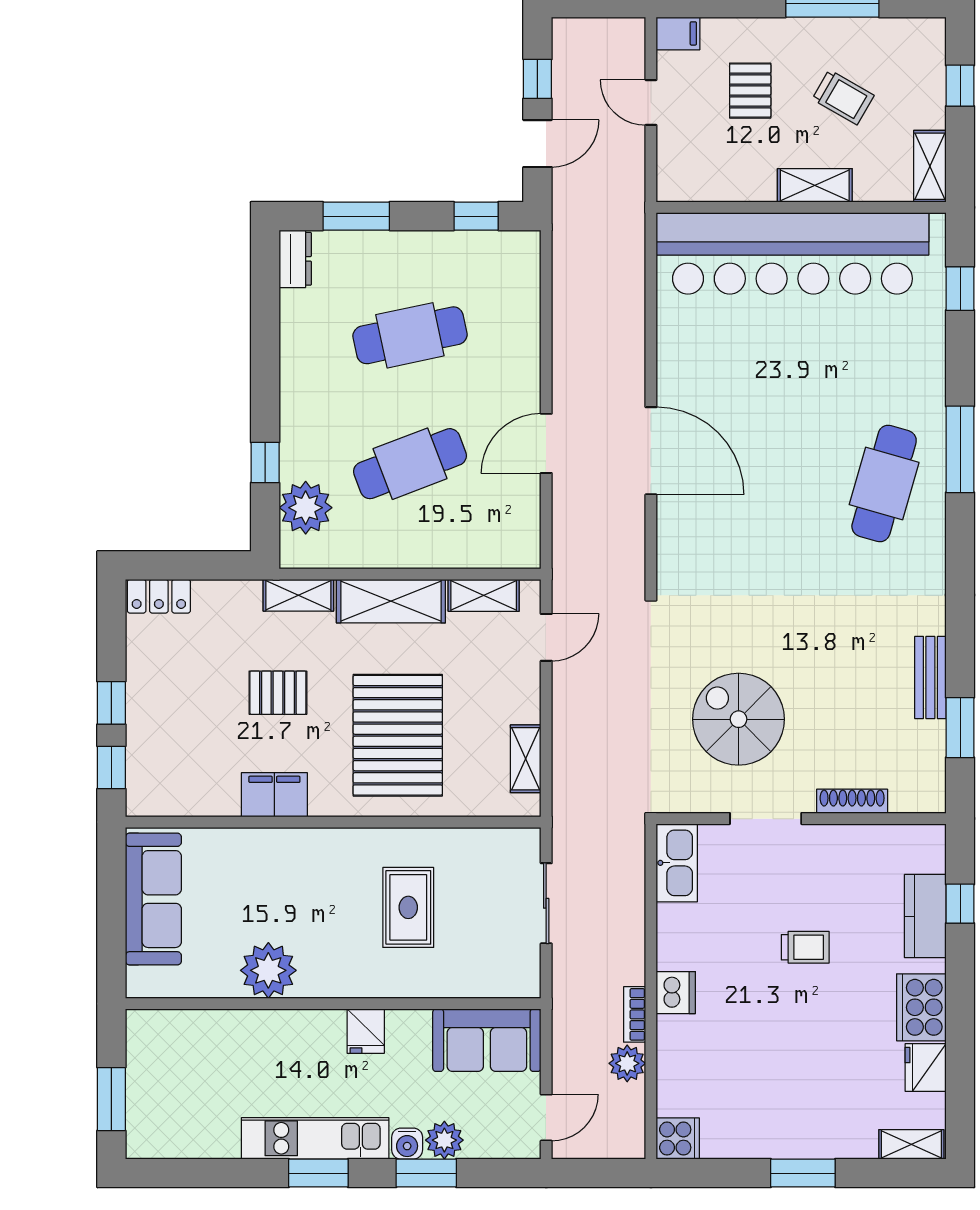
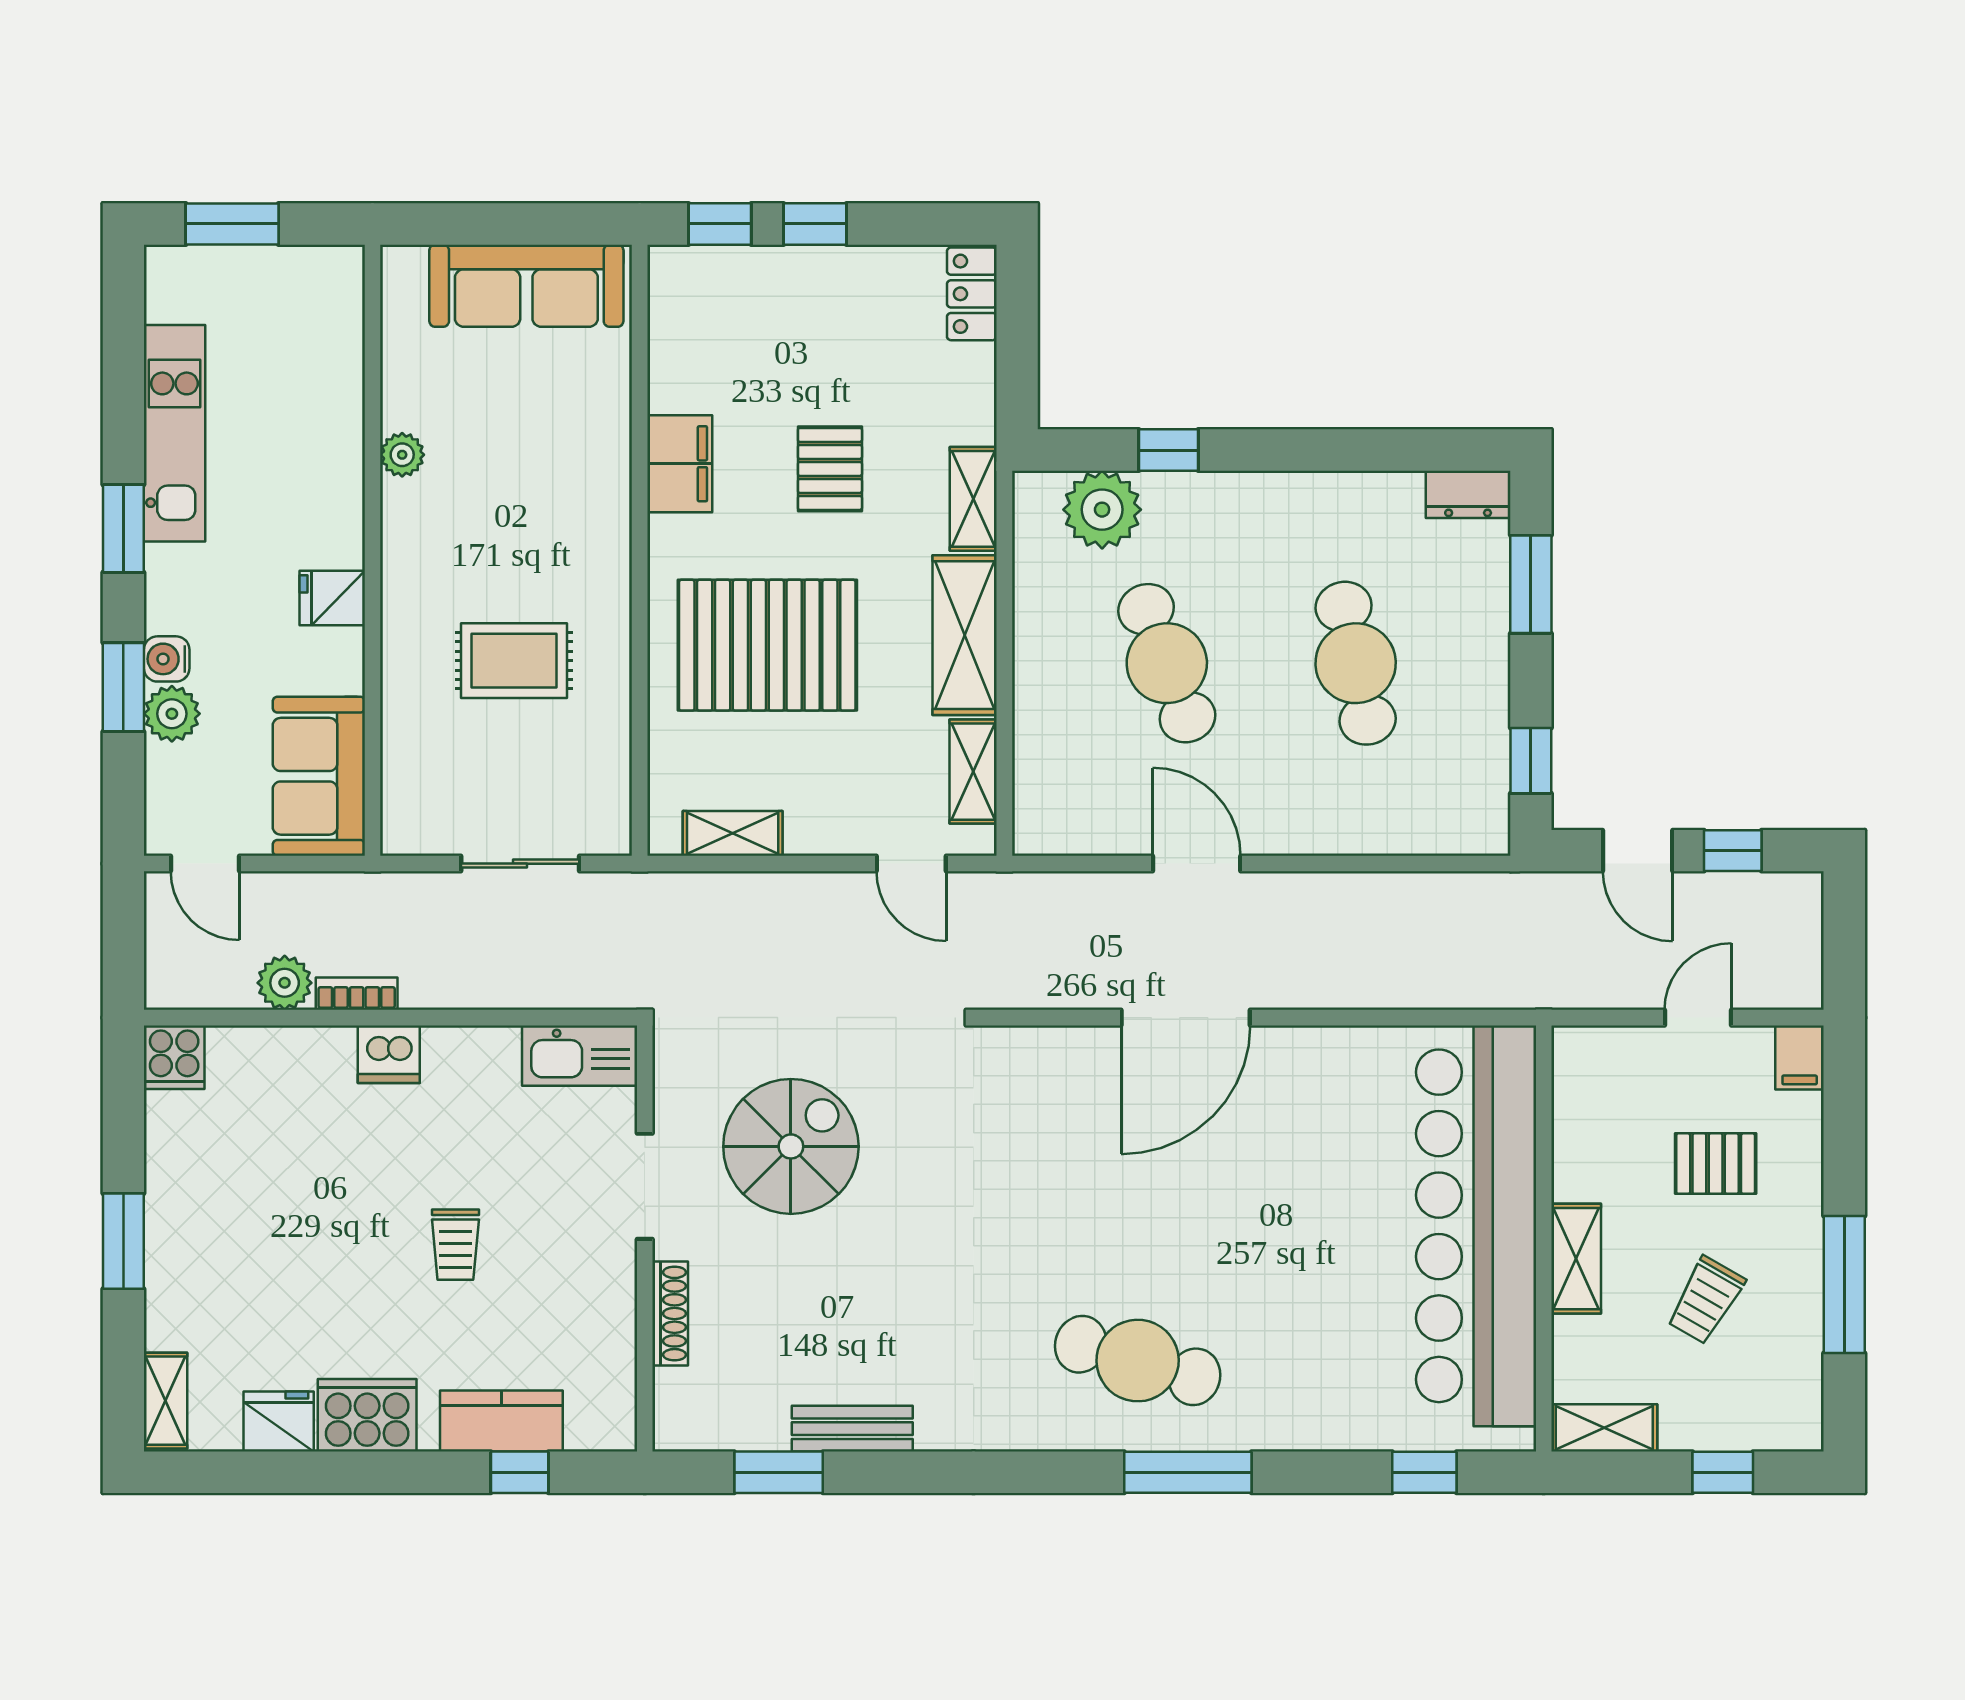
plant: (268, 970) -> (402, 455), width x0.53, depth x0.53
kitchen unit: (315, 1138) -> (174, 433), moved

